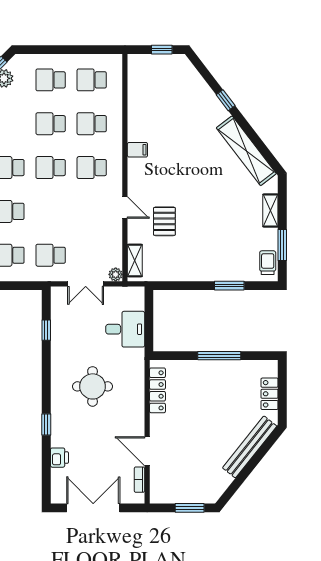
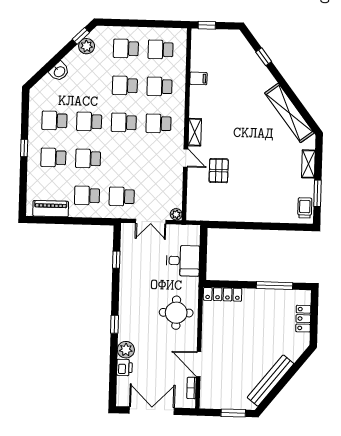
window: (162, 50) -> (207, 25), moved
window: (226, 100) -> (264, 57), moved
filing cabinet: (137, 150) -> (198, 78), moved
shelving: (135, 260) -> (195, 132), moved
window: (229, 286) -> (272, 226), removed
window: (219, 356) -> (275, 286), moved
round table: (93, 386) -> (176, 313), moved
locker: (157, 390) -> (223, 294), moved, turned 90
window: (46, 425) -> (115, 324), moved
plant: (60, 436) -> (126, 350), added
bench: (250, 447) -> (270, 381), moved

